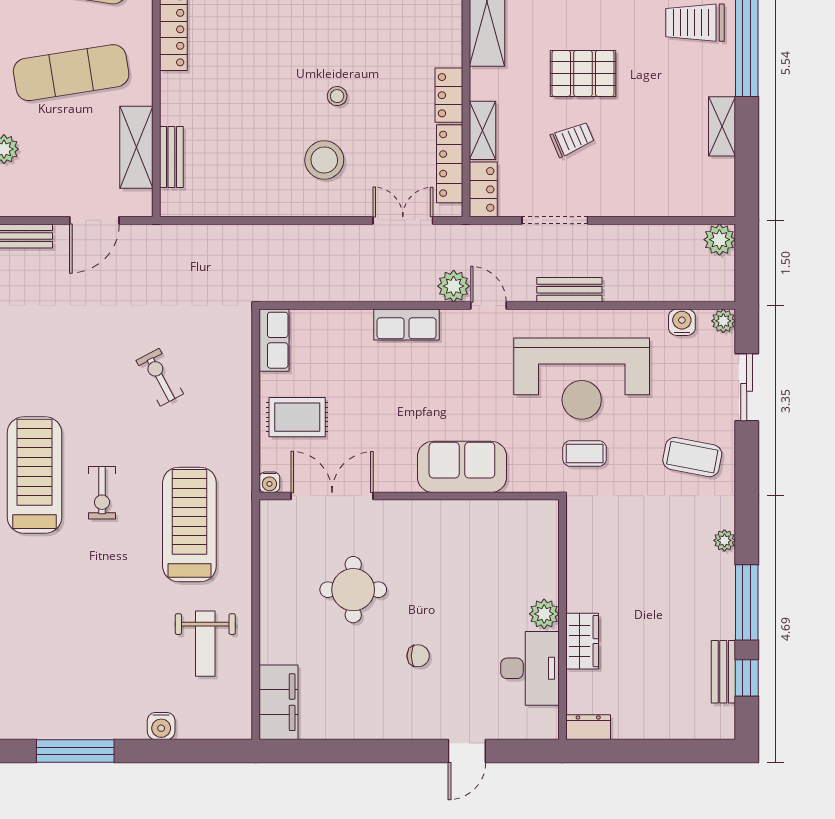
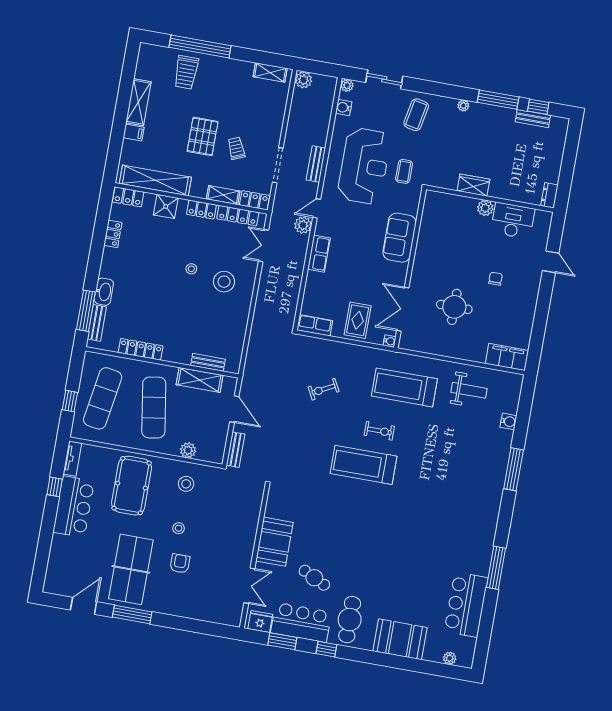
shower: (443, 29) -> (166, 206), added
shelving: (722, 126) -> (270, 73), moved
wardrobe: (582, 641) -> (473, 185), moved

